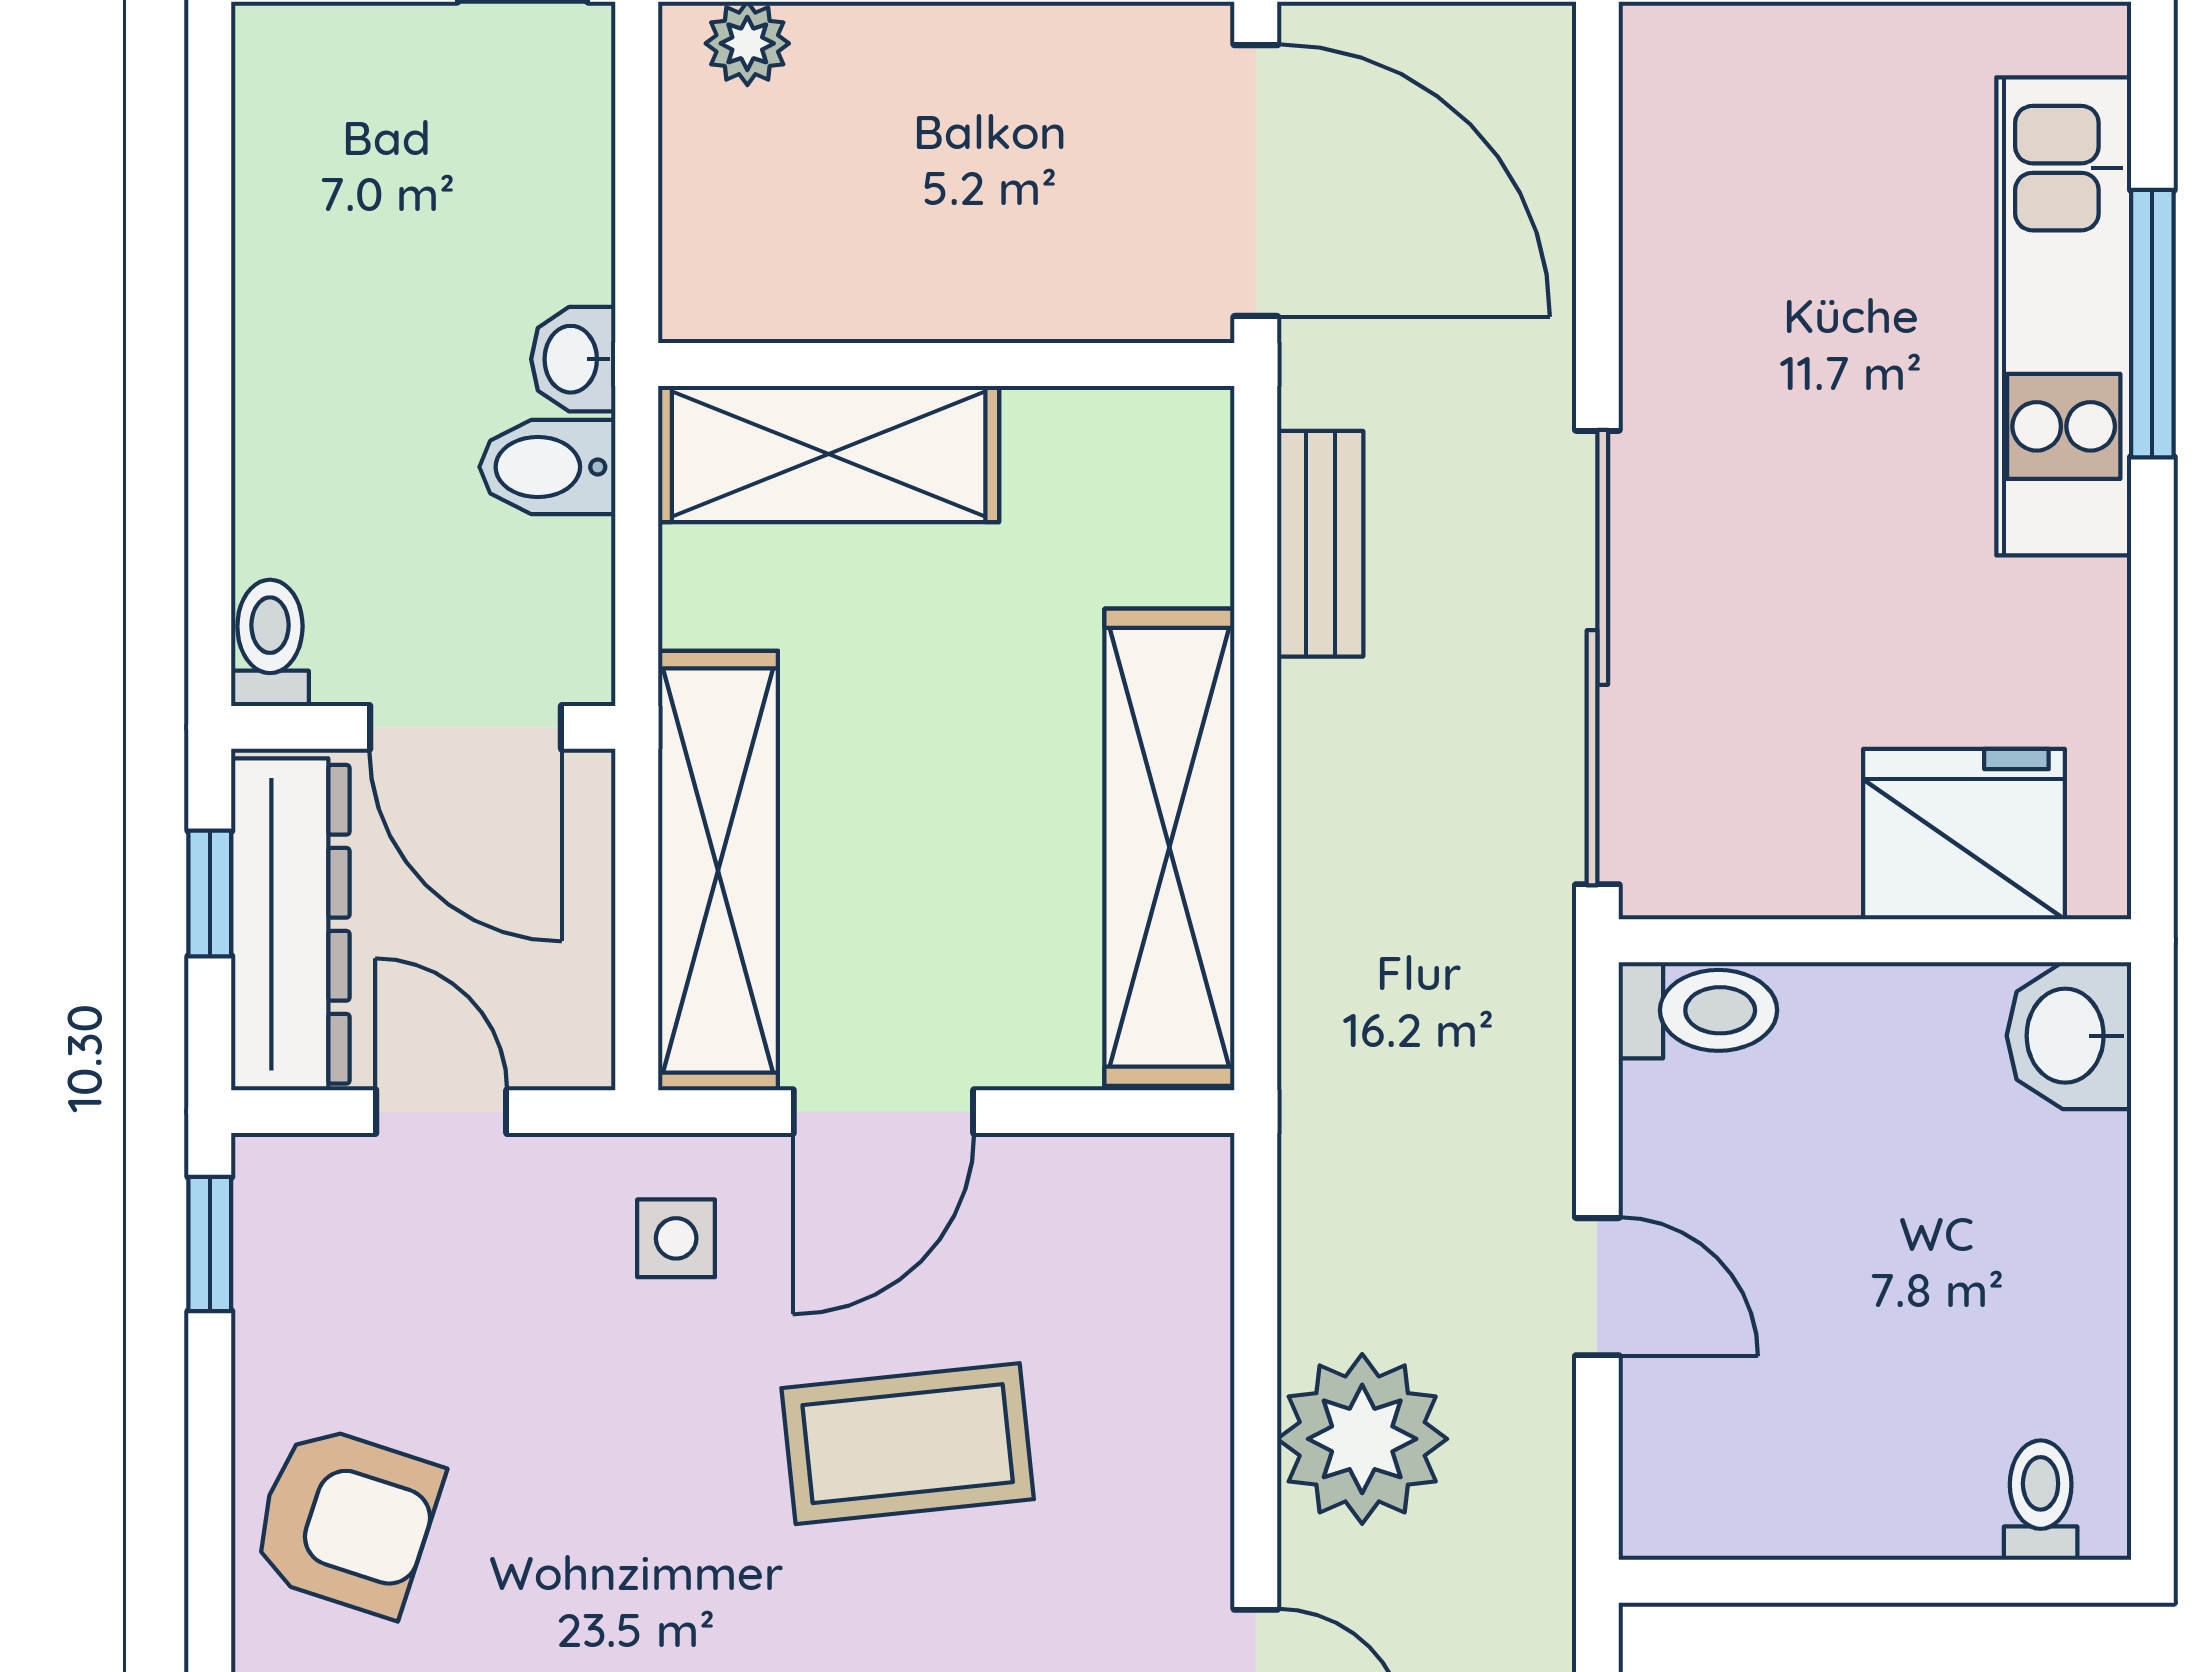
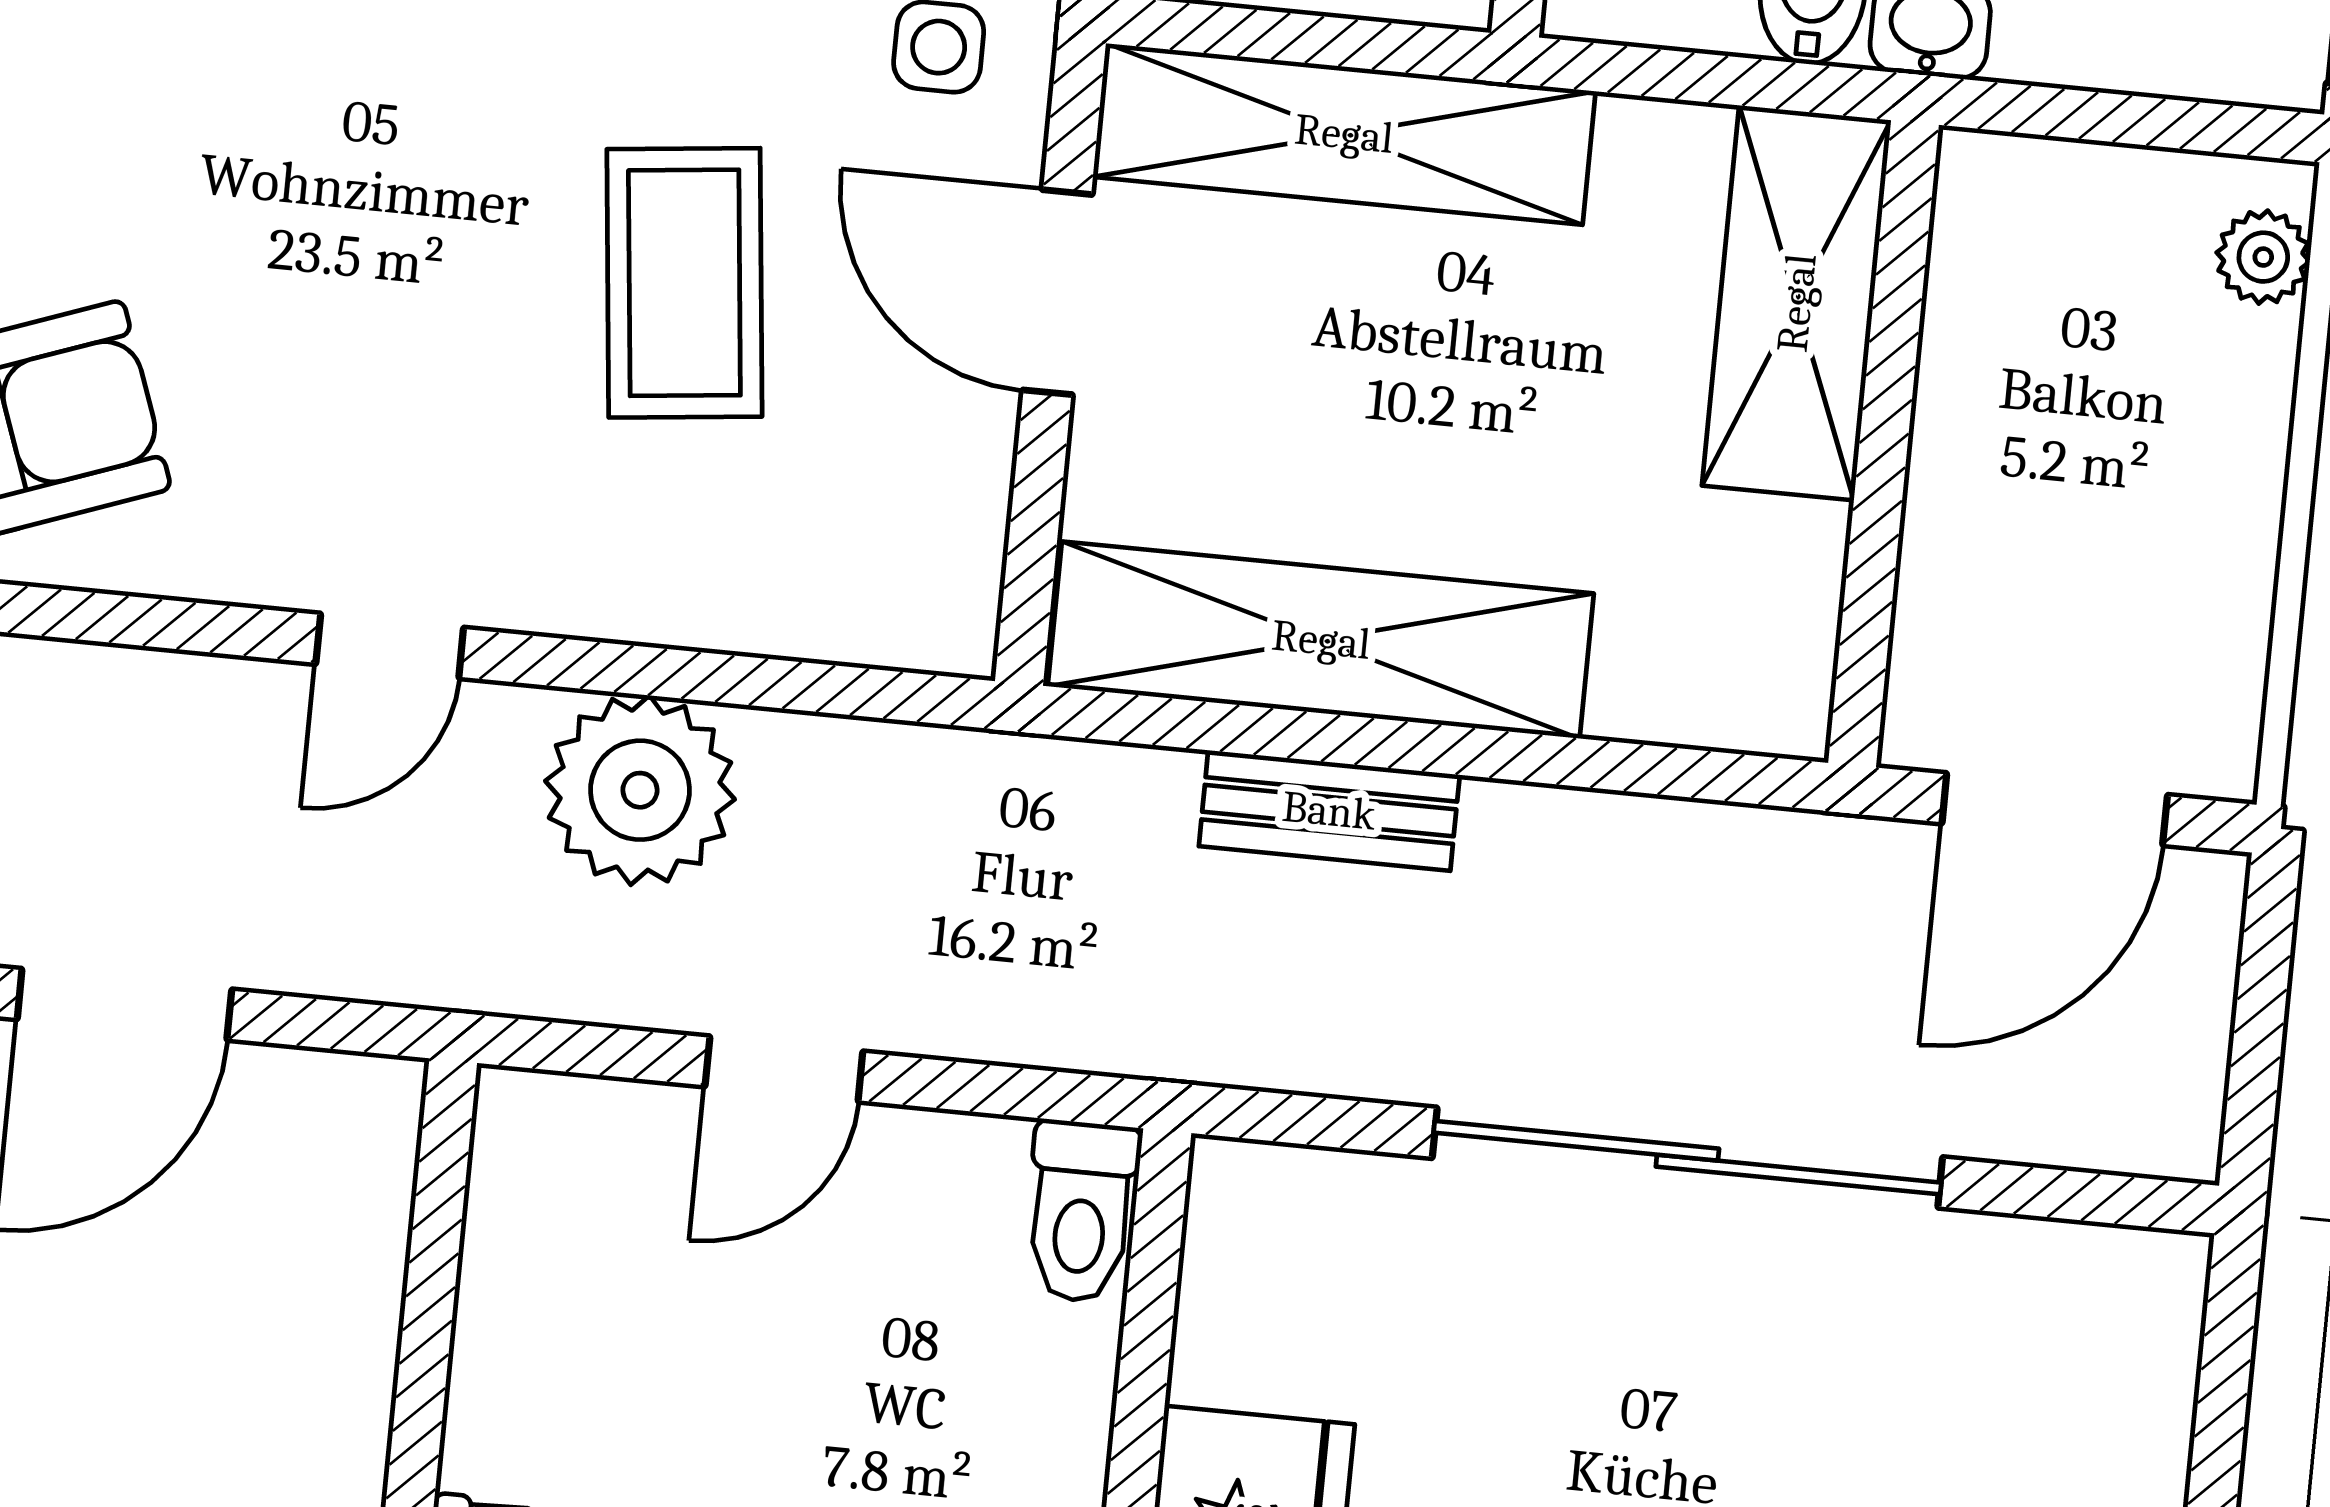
door: (1256, 181) -> (2055, 809), width x0.73
bench: (1320, 544) -> (1329, 811), moved
sliding door: (1597, 658) -> (1687, 1158), moved

